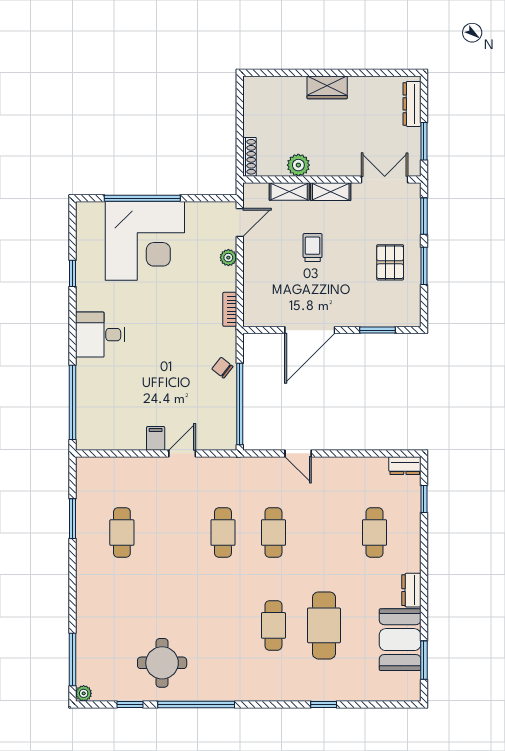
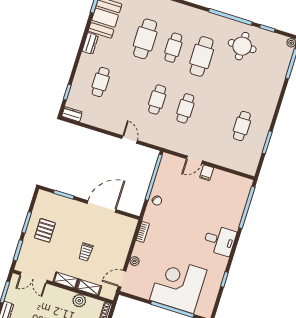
cafe table: (223, 625) -> (202, 56), added

